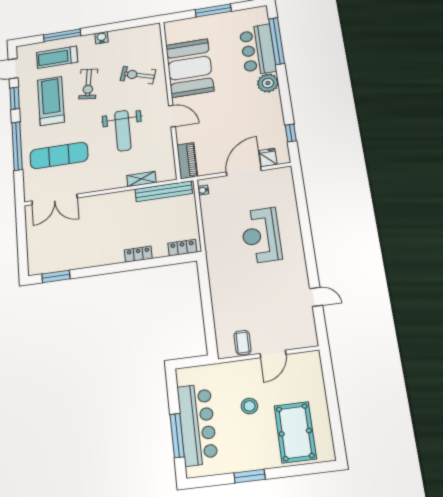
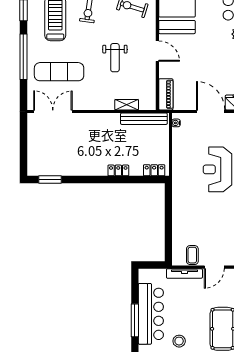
weight bench: (123, 131) -> (115, 58), width x0.73, depth x0.75
door: (244, 171) -> (211, 111), hinge flipped
double door: (54, 199) -> (53, 111), swing flipped
tv unit: (235, 367) -> (184, 273), added
stool: (249, 406) -> (179, 341), moved

